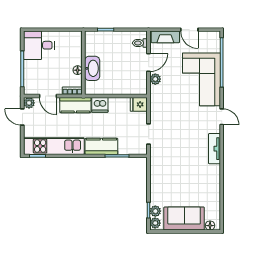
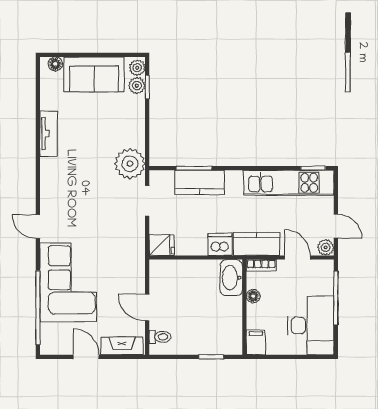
filing cabinet: (76, 39) -> (256, 342), added
desk: (39, 45) -> (311, 325), width x1.37
door: (149, 63) -> (147, 308), hinge flipped
washbasin: (92, 68) -> (231, 278), moved
plant: (155, 79) -> (130, 164), moved, width x1.88, depth x1.88
kitchen counter: (101, 146) -> (200, 182), moved
tv unit: (214, 149) -> (49, 134), moved

